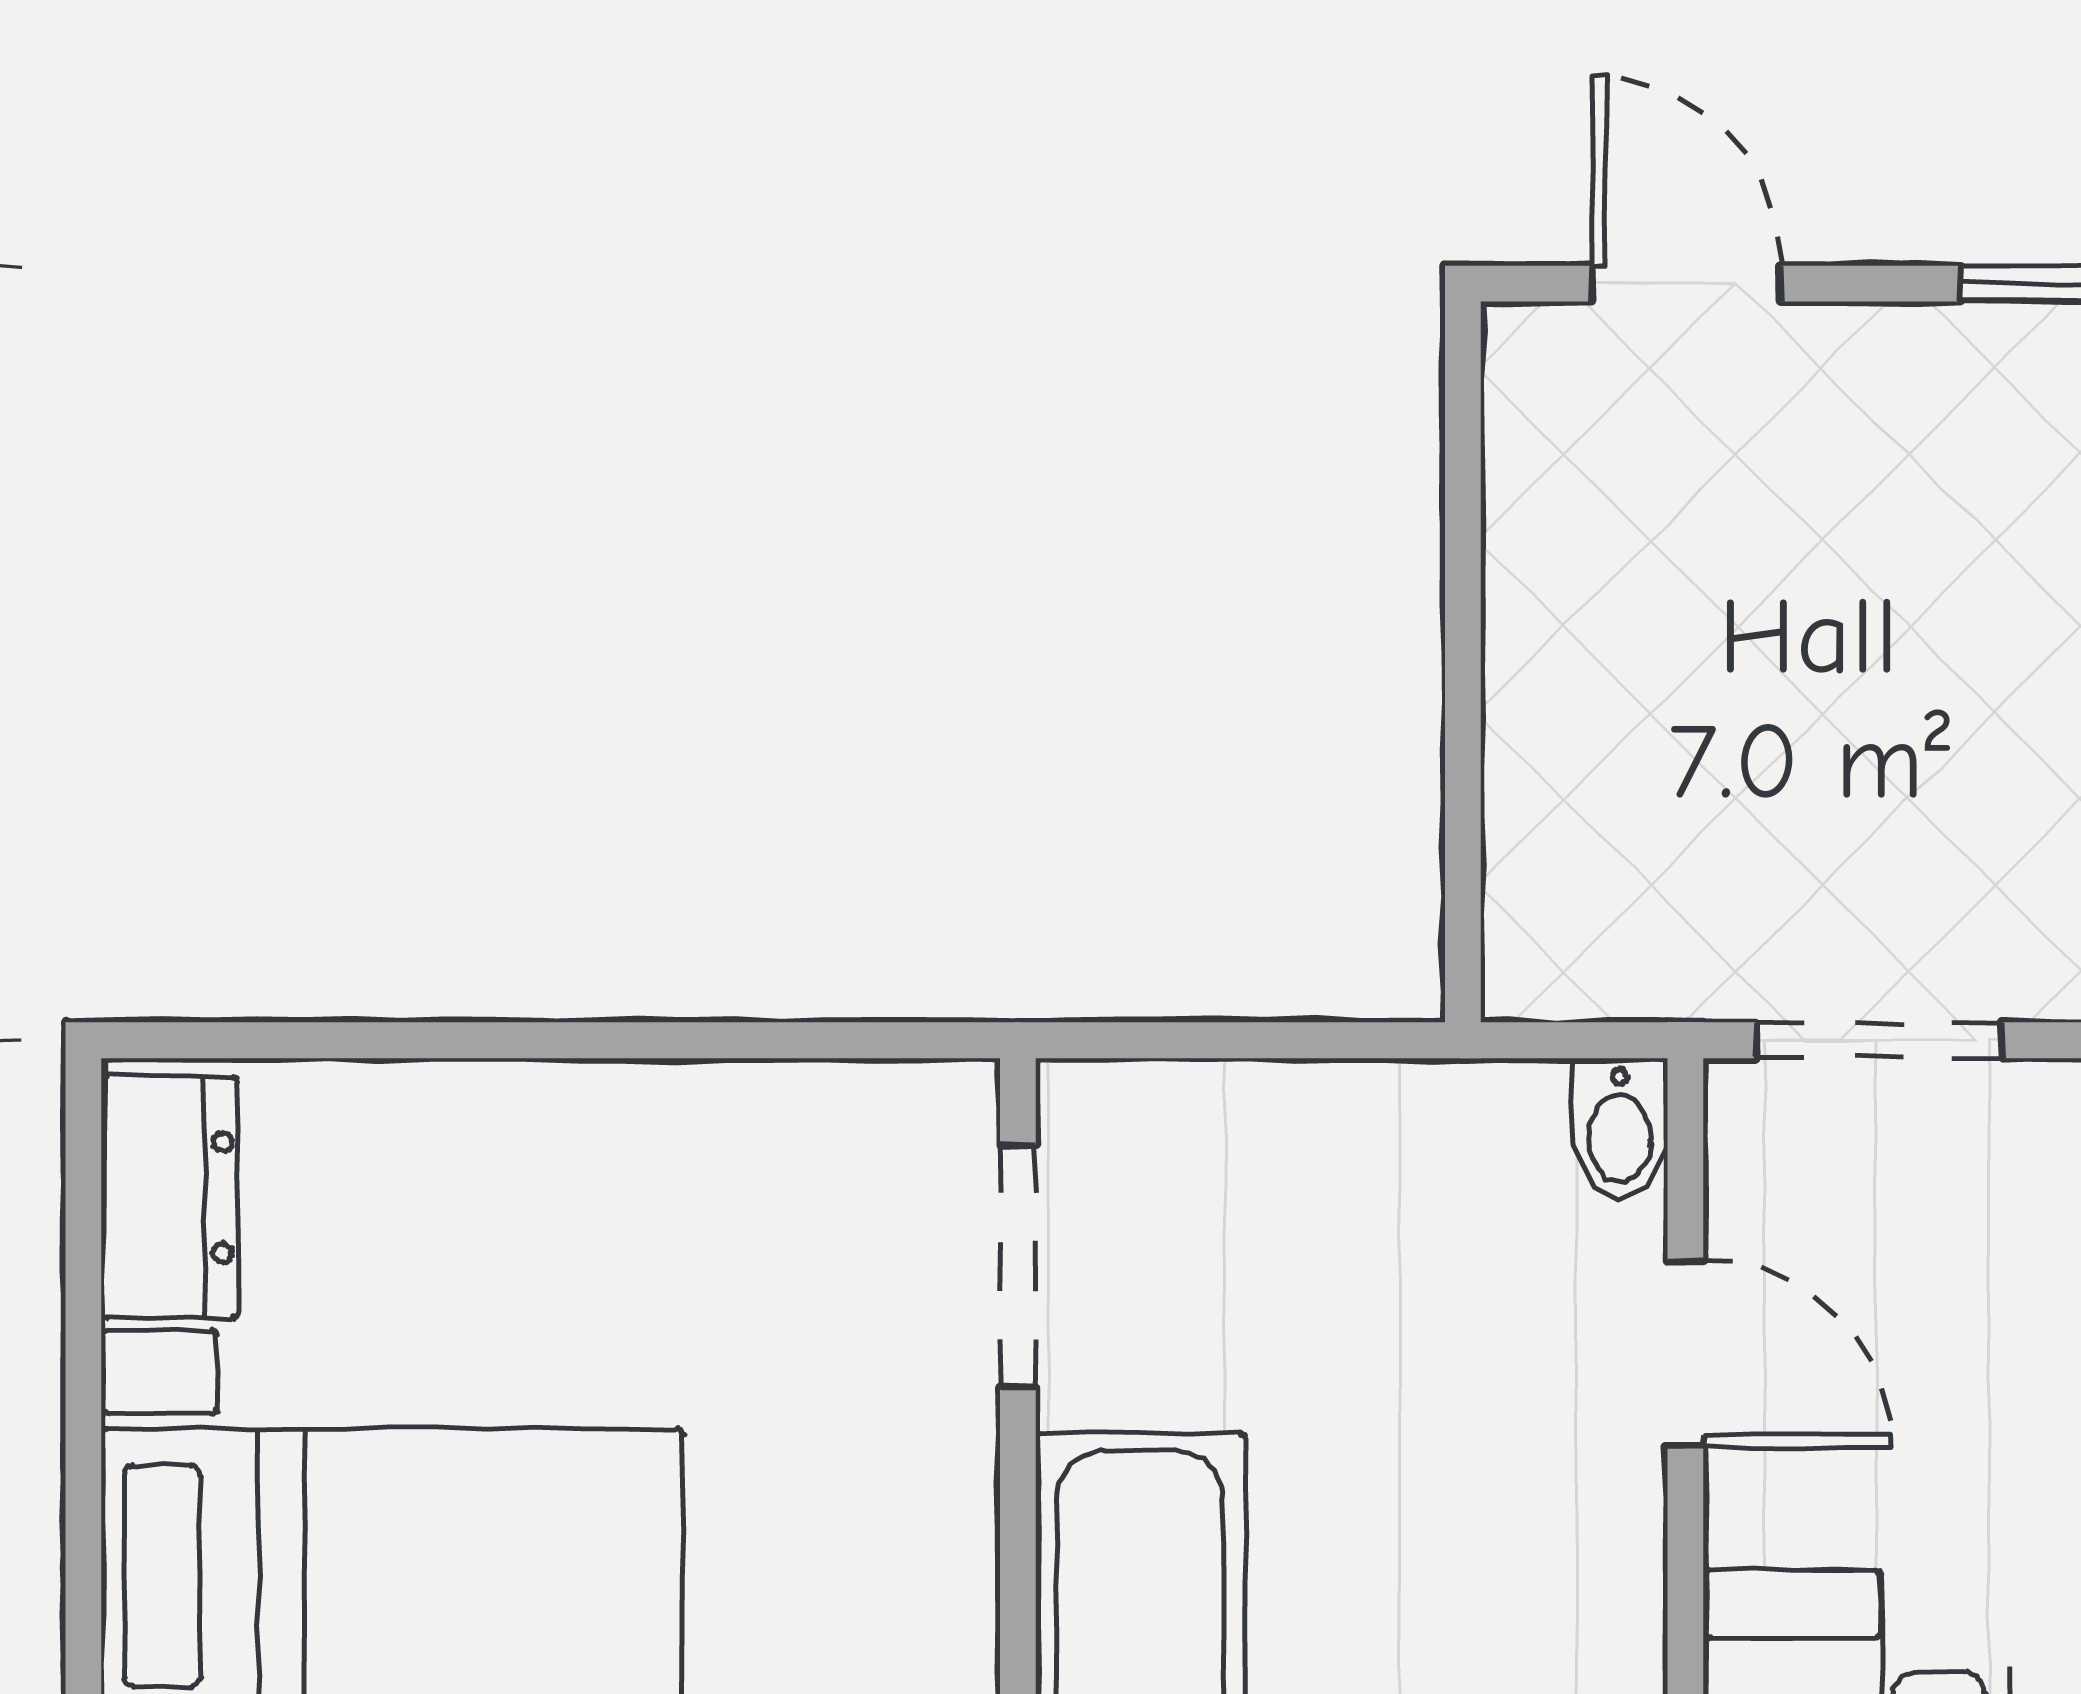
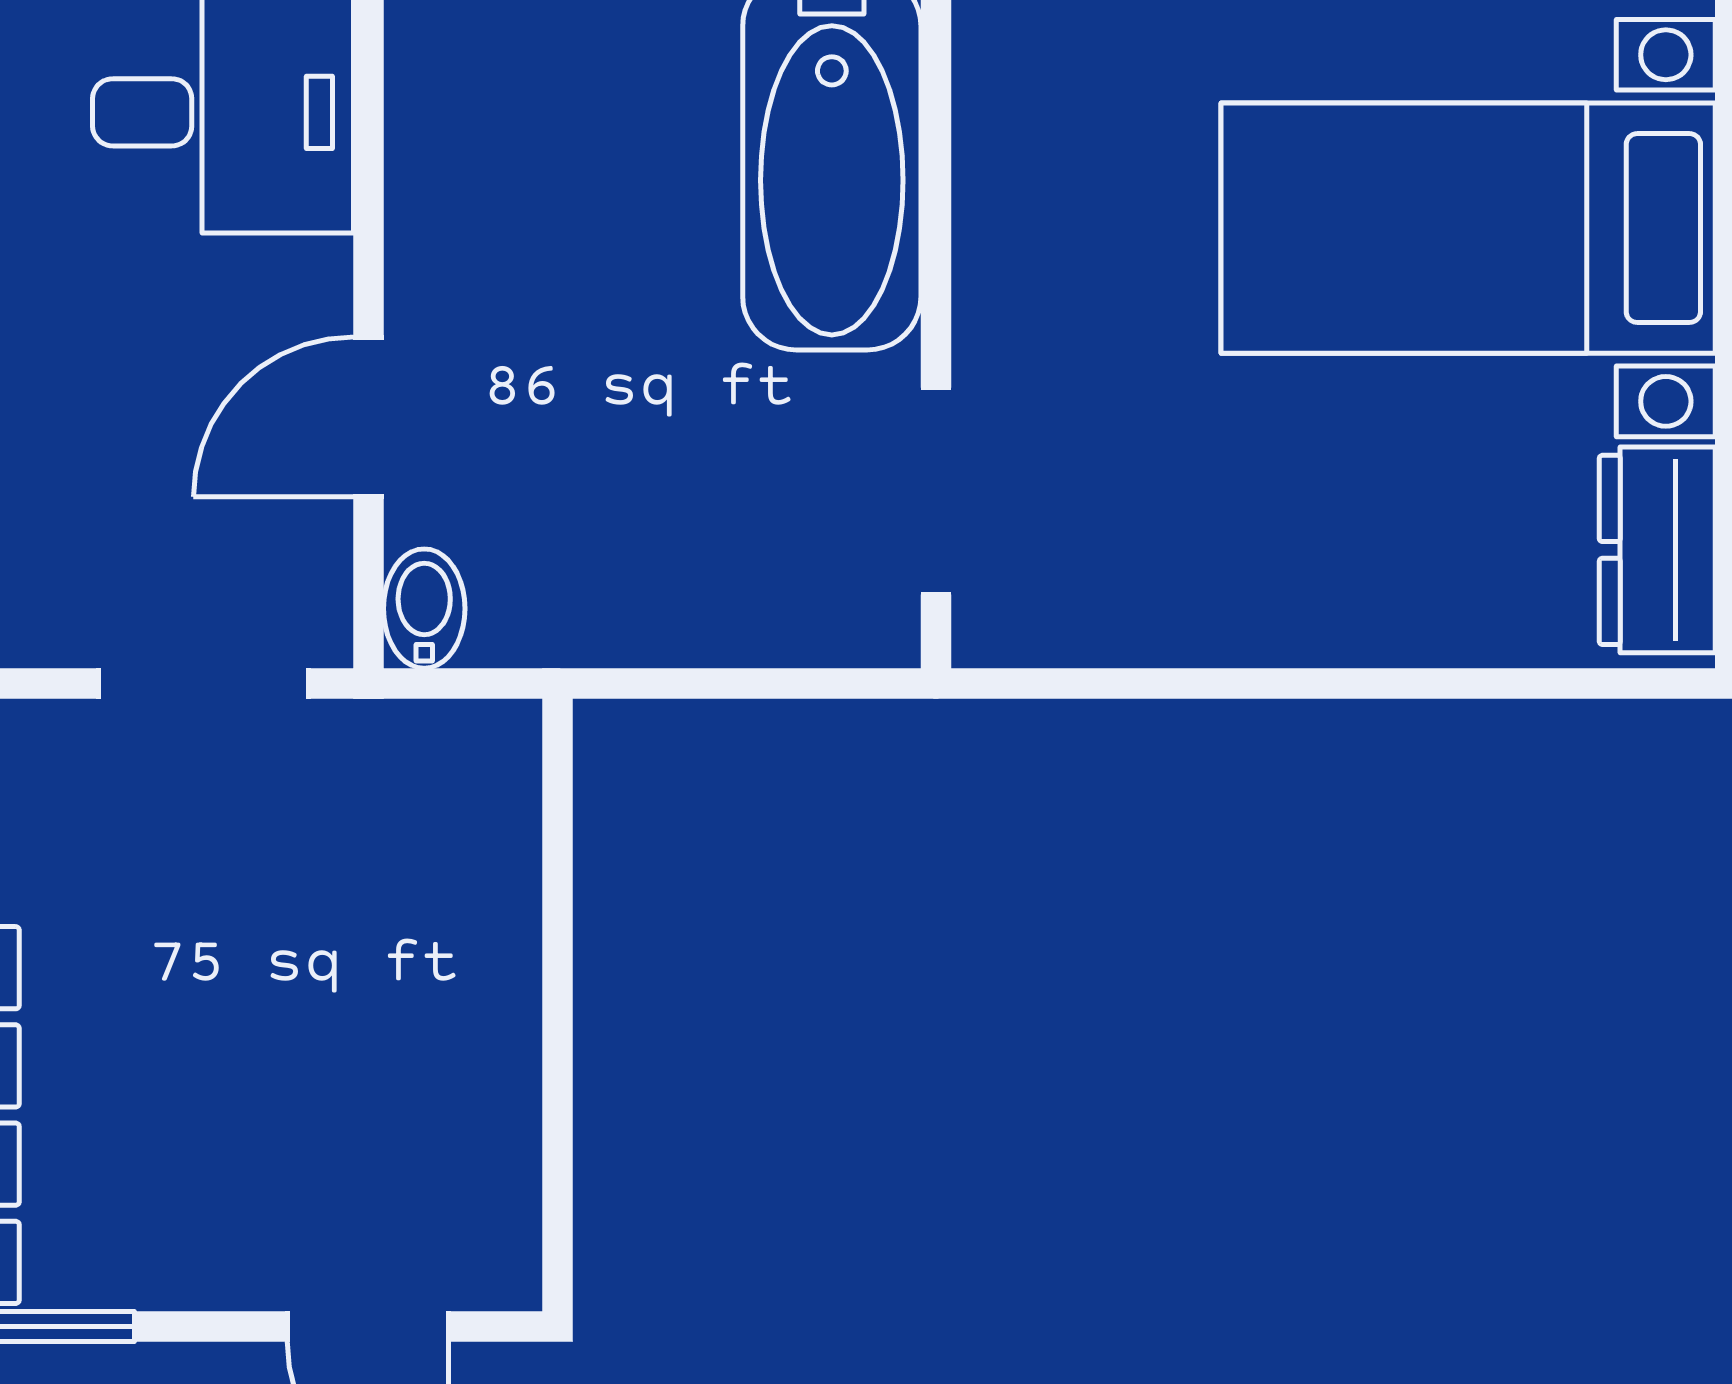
door: (1685, 1354) -> (368, 417), hinge flipped

